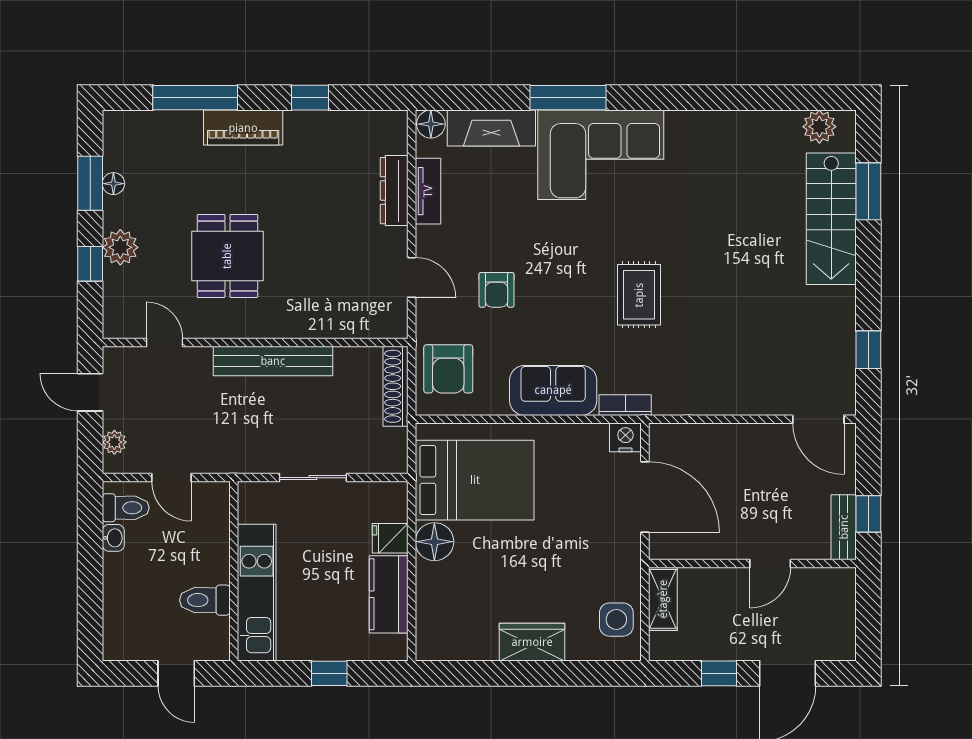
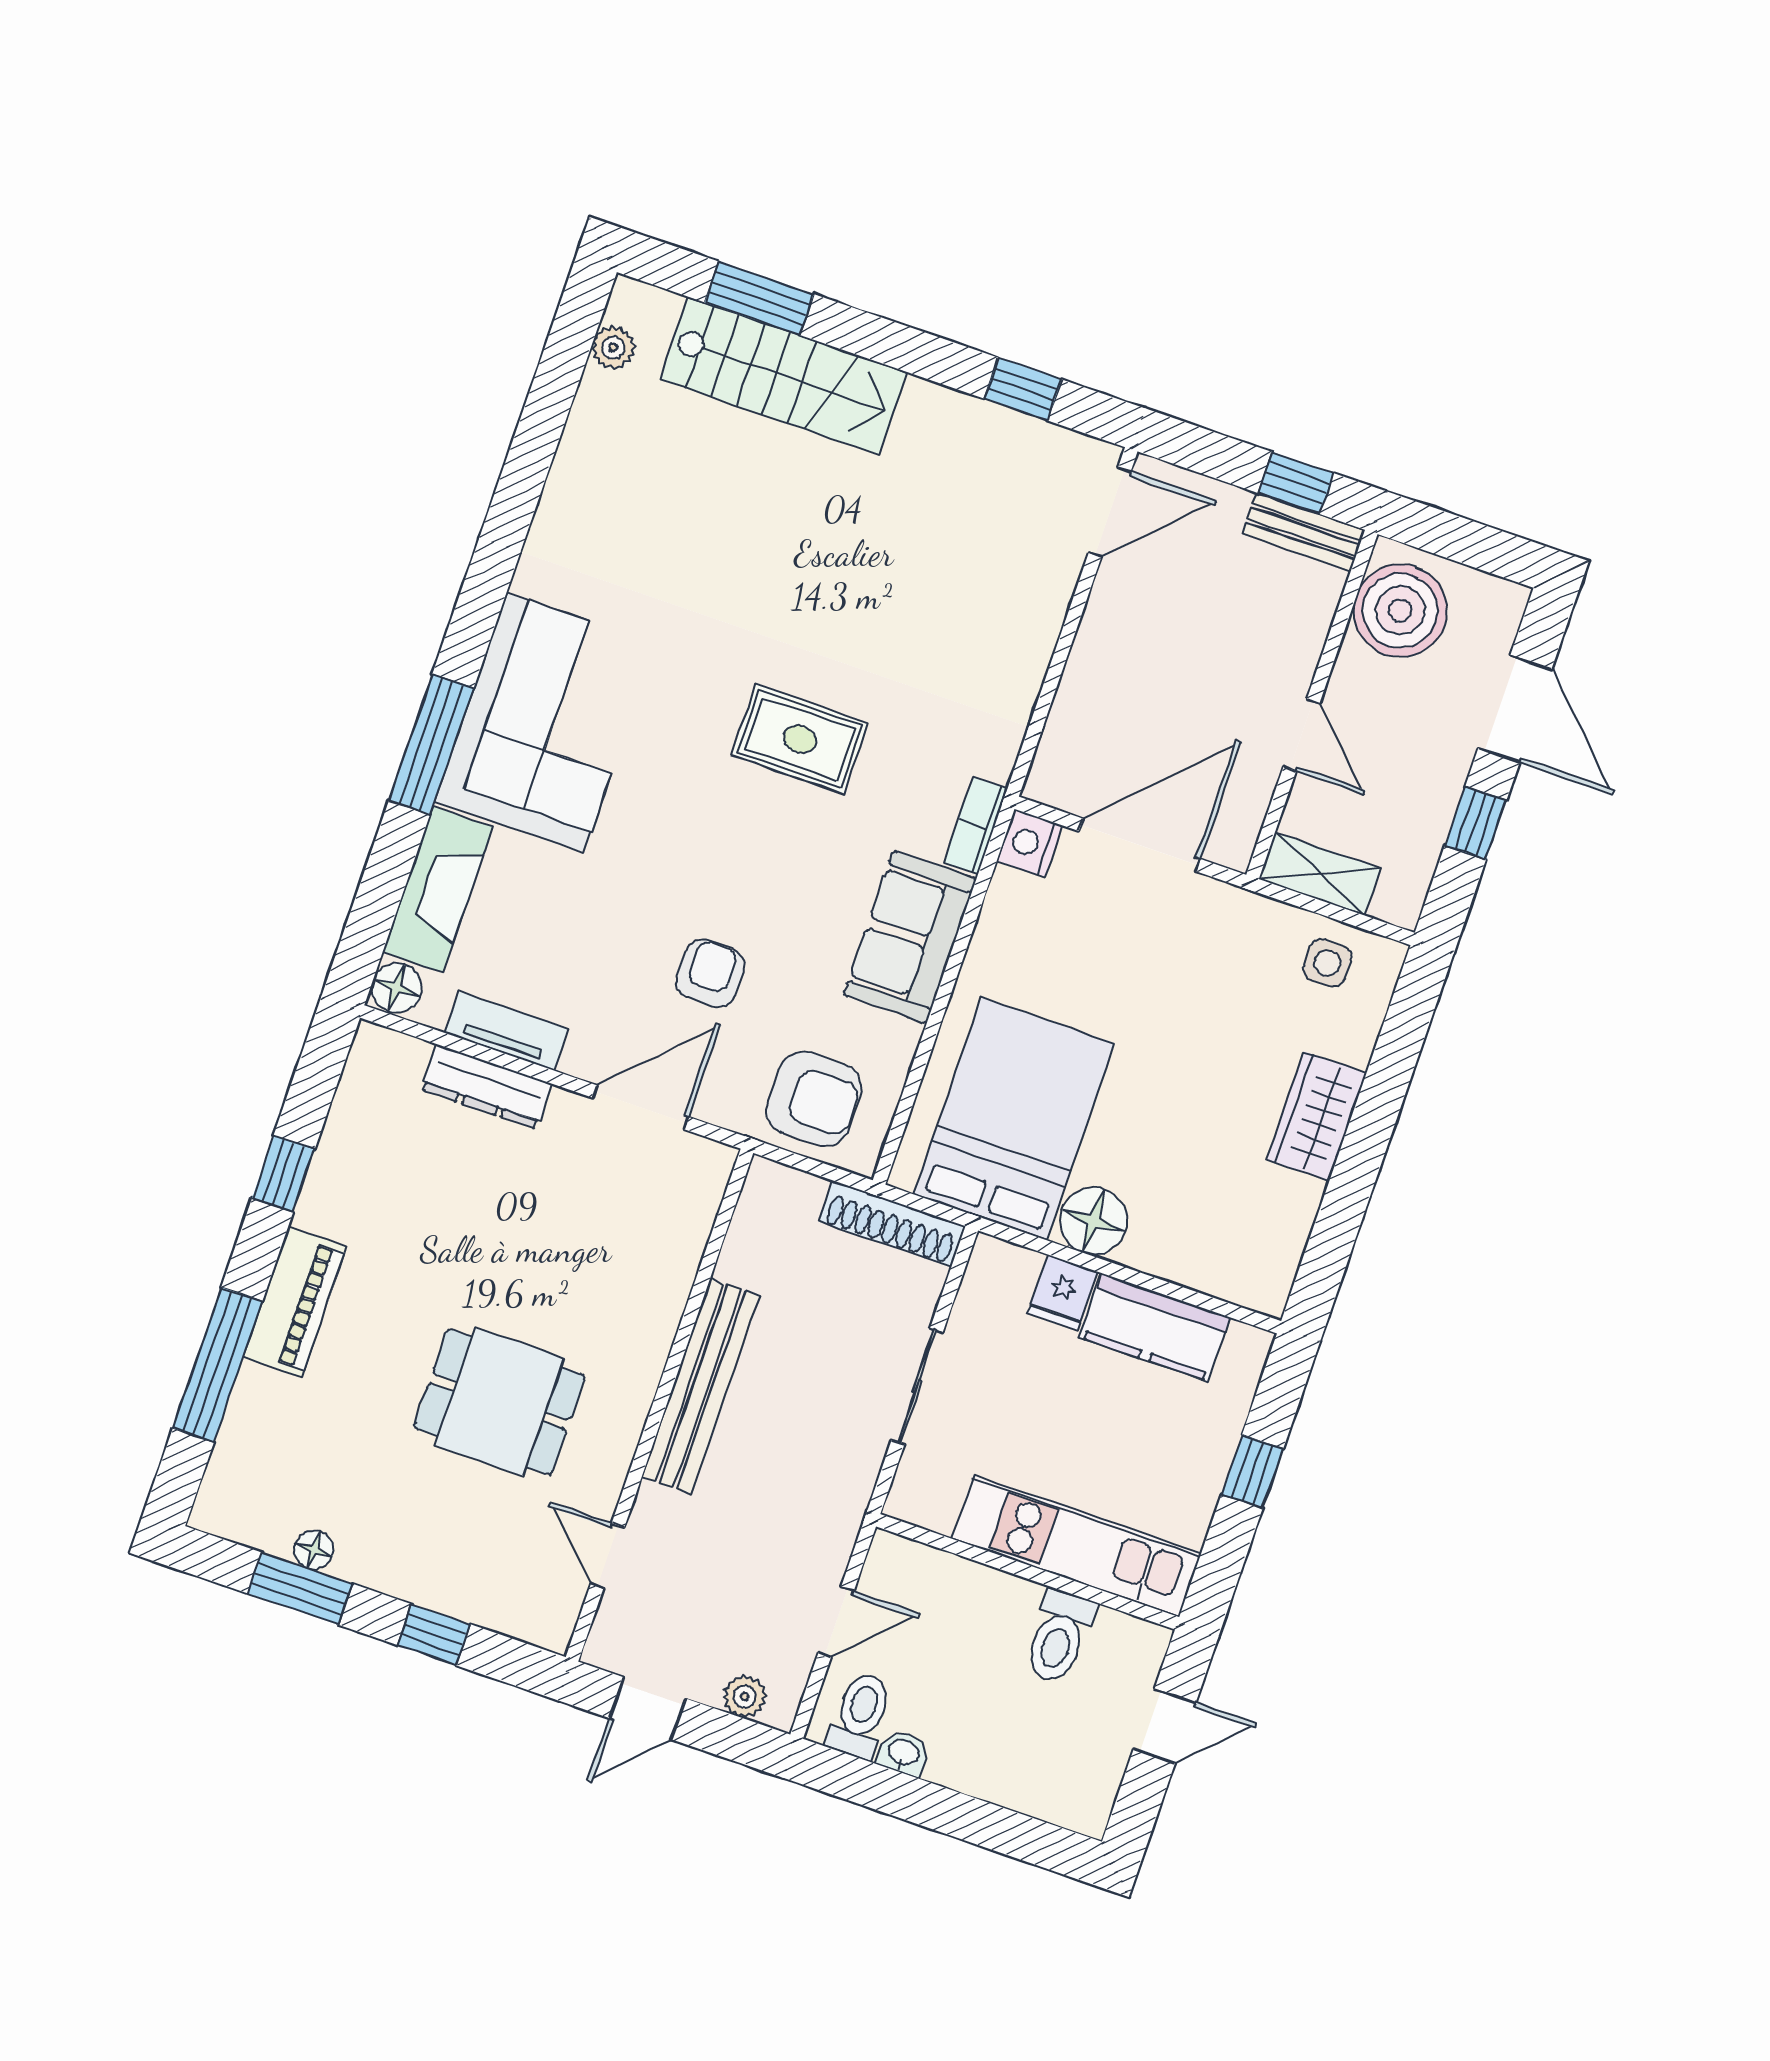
plant: (819, 127) -> (613, 348), width x0.73, depth x0.73
plant: (120, 247) -> (424, 1575), removed
door: (412, 277) -> (641, 1107), width x1.38
armchair: (496, 290) -> (710, 973), turned -90
door: (165, 343) -> (608, 1556), hinge flipped
shoe rack: (396, 386) -> (892, 1224), moved
door: (770, 563) -> (1301, 735), moved
boiler: (819, 594) -> (1400, 611), added
side table: (616, 620) -> (1327, 963), width x0.73, depth x0.73

